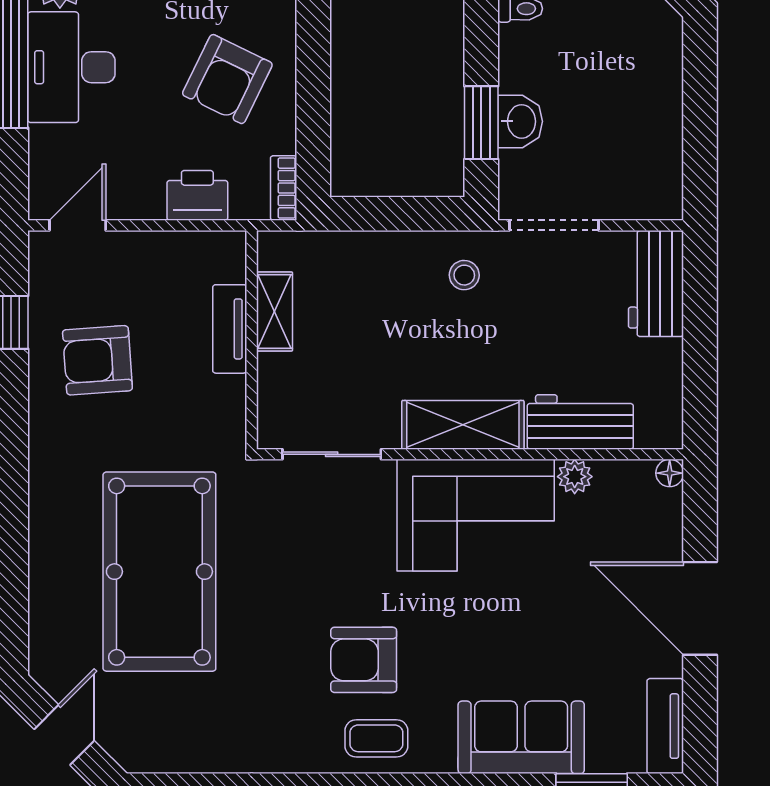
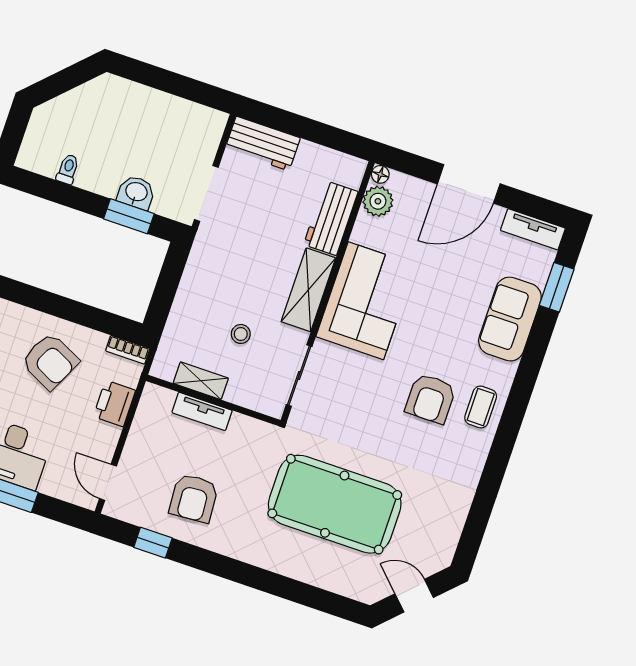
stool: (464, 275) -> (241, 334), moved
plant: (575, 477) -> (378, 201), moved, width x1.38, depth x1.38

